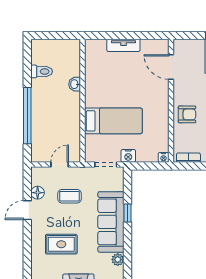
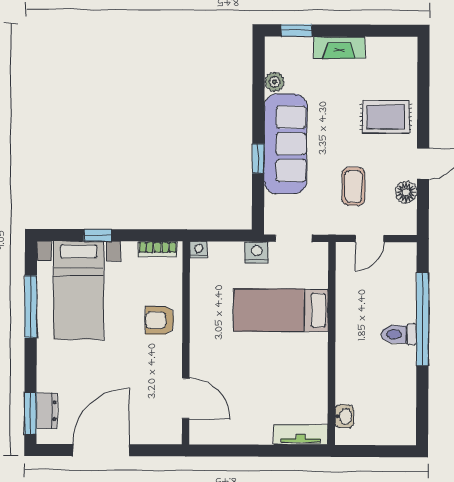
tv unit: (123, 45) -> (301, 435), moved
toilet: (42, 71) -> (399, 334), moved
washbasin: (75, 84) -> (344, 416), moved
coffee table: (70, 196) -> (353, 186), turned 90
rug: (61, 244) -> (386, 117), moved

